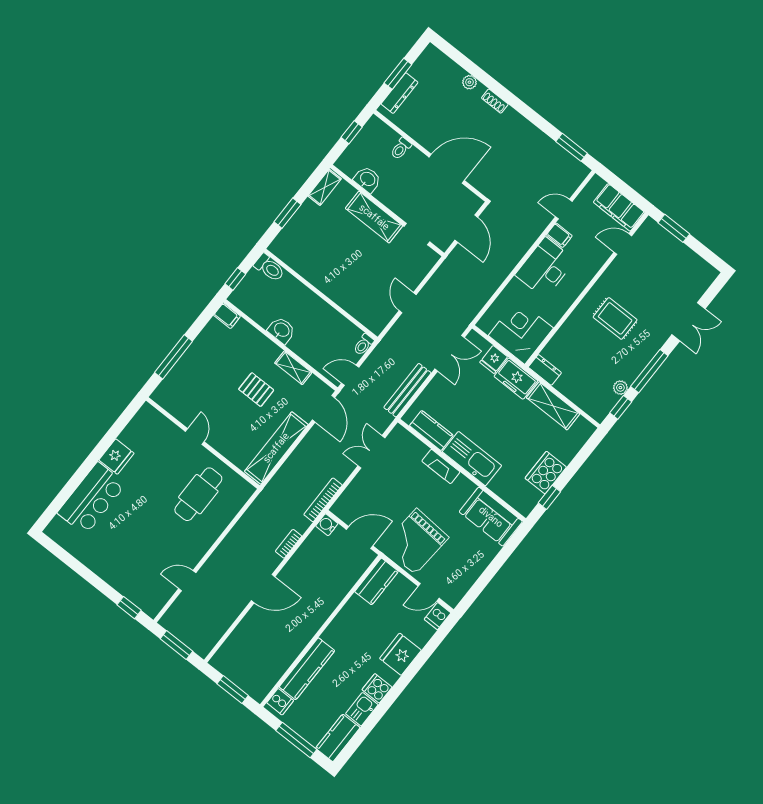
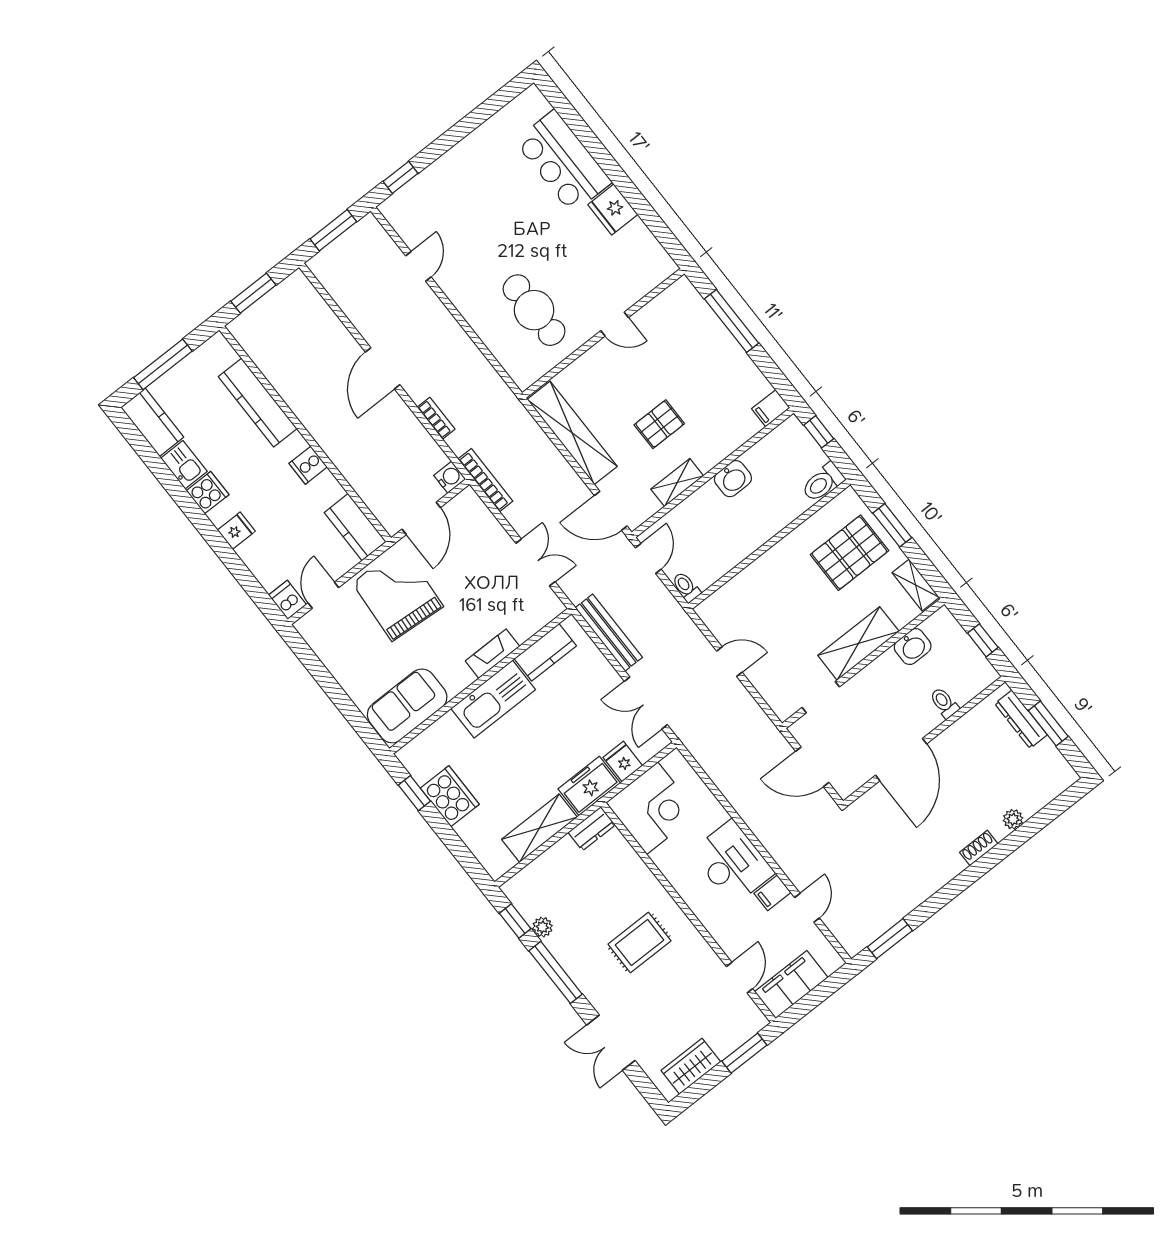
pallet: (313, 238) -> (849, 553), added
wardrobe: (692, 263) -> (691, 1066), added
fridge: (400, 654) -> (236, 531), width x0.53, depth x0.75
cooker: (280, 702) -> (308, 465), moved

